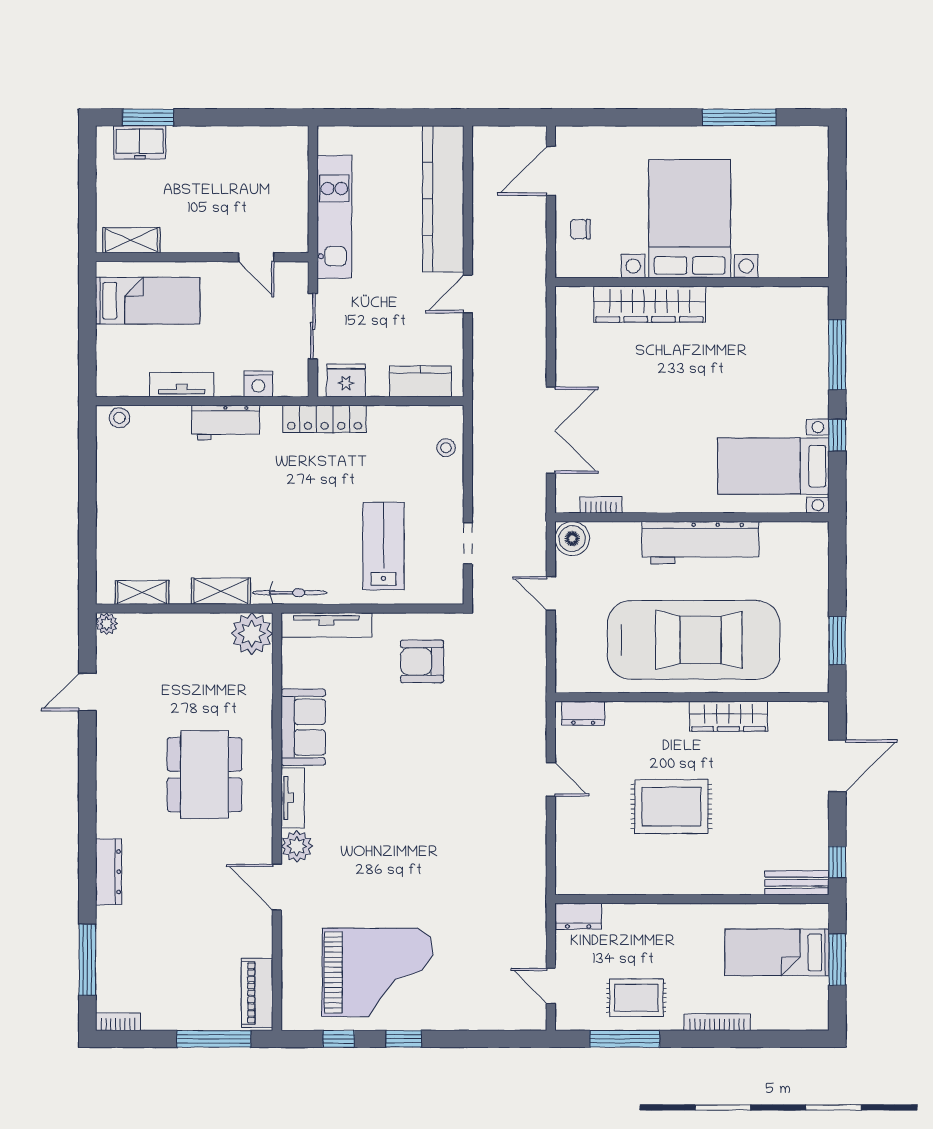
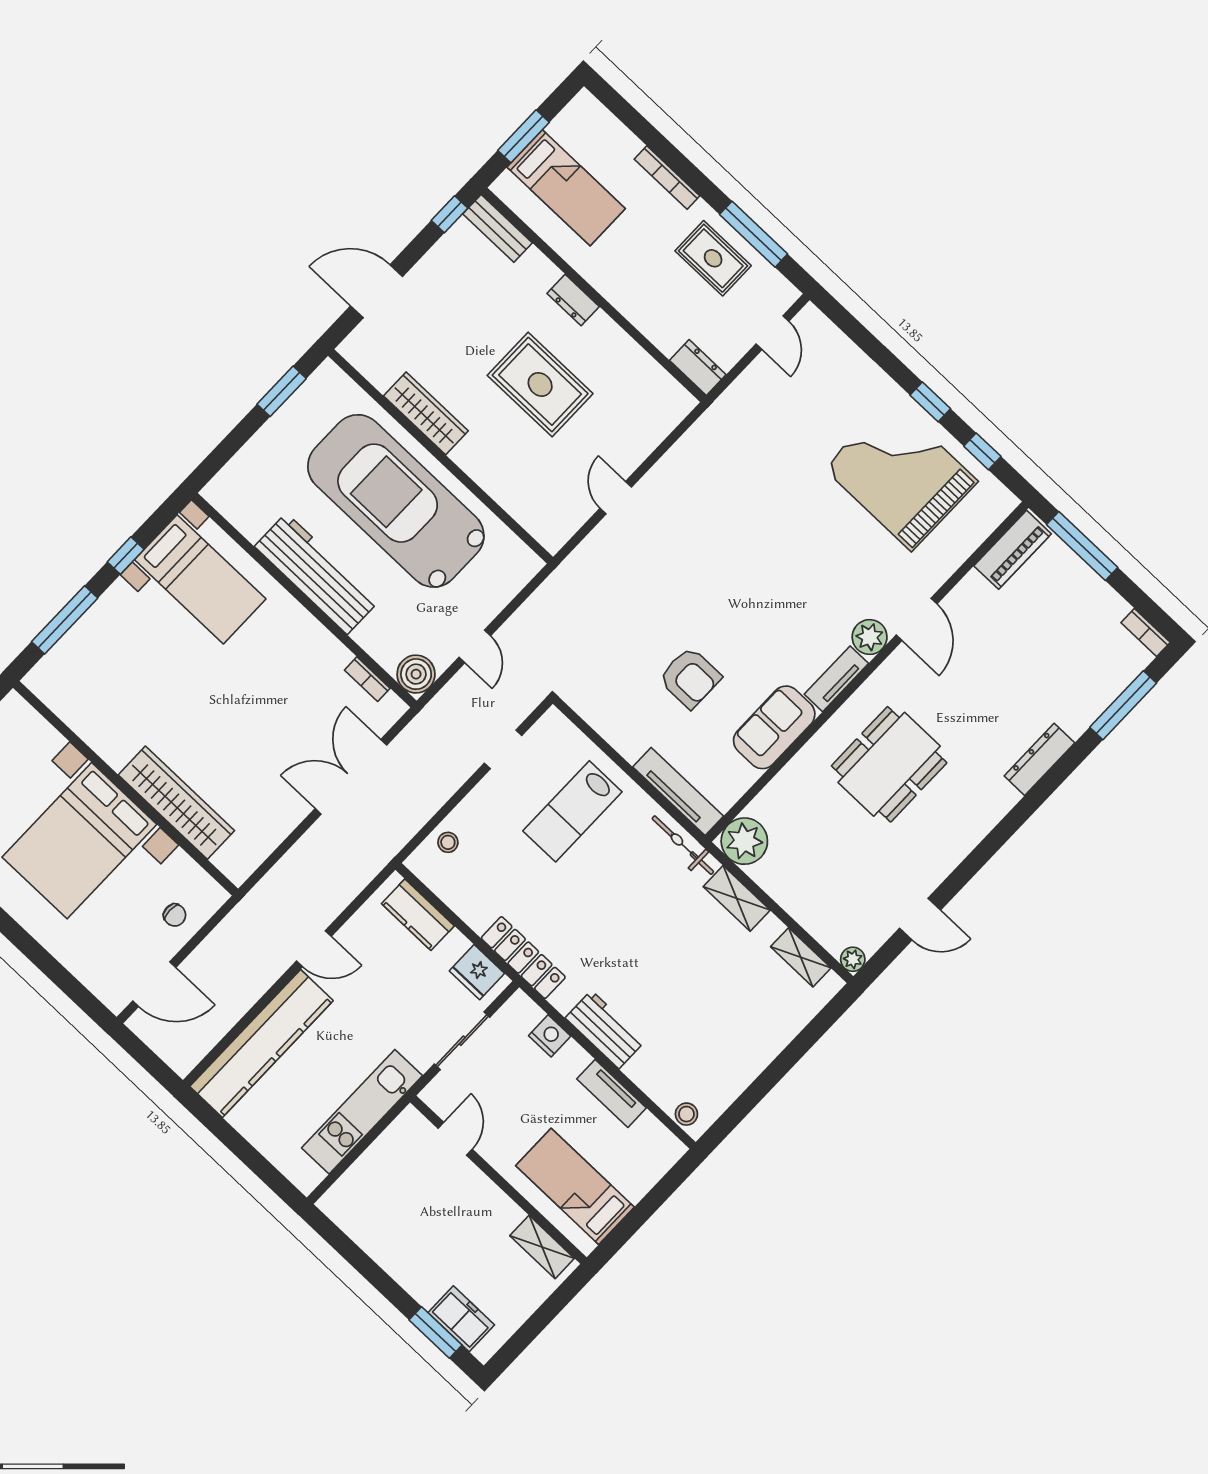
armchair: (422, 661) -> (690, 678), moved
dresser: (583, 713) -> (573, 300), moved, turned 180

